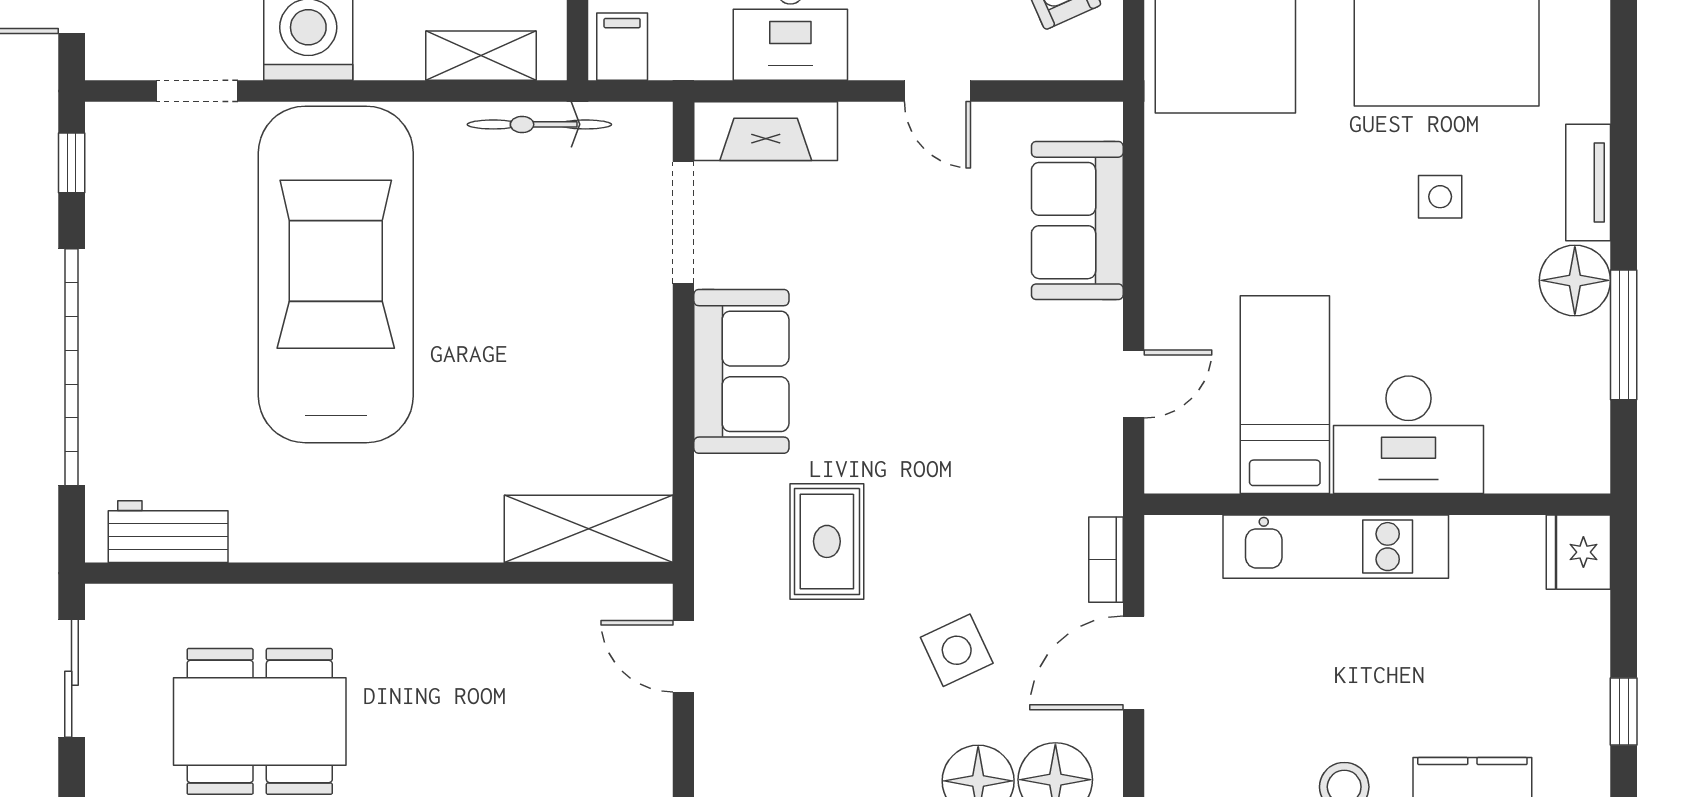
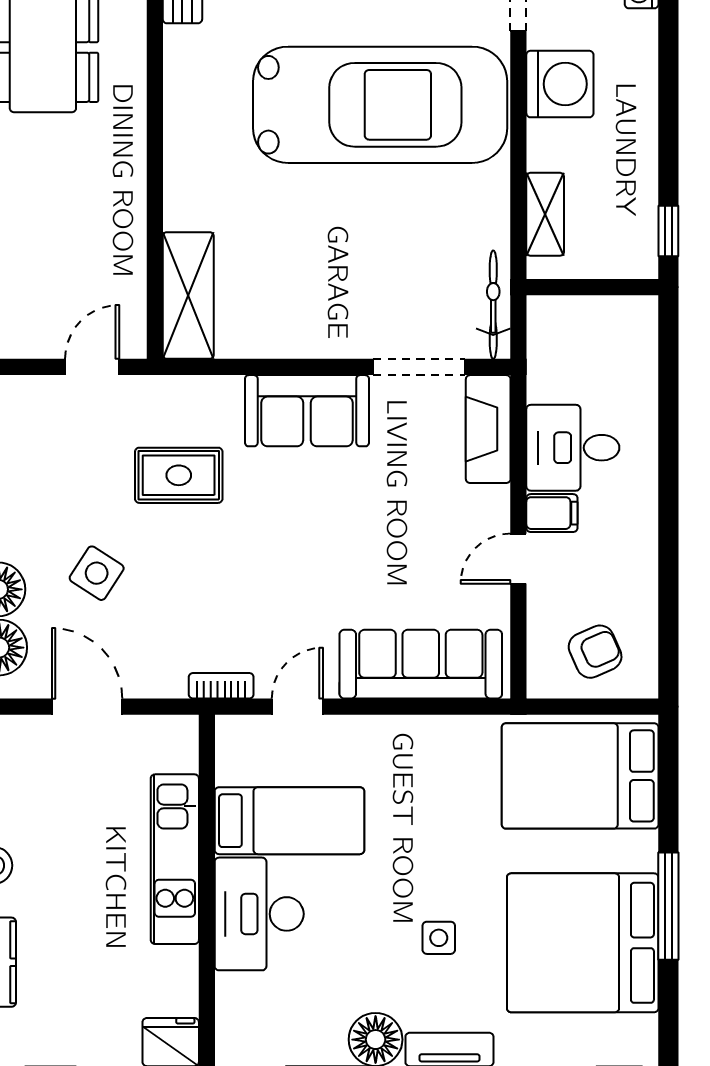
filing cabinet: (622, 47) -> (552, 513), moved
bicycle: (539, 124) -> (493, 305), moved
sofa: (1077, 221) -> (421, 664), width x1.36
door: (1134, 384) -> (297, 707), swing flipped
bookcase: (1106, 560) -> (221, 686), moved
side table: (957, 650) -> (97, 573), turned -32

